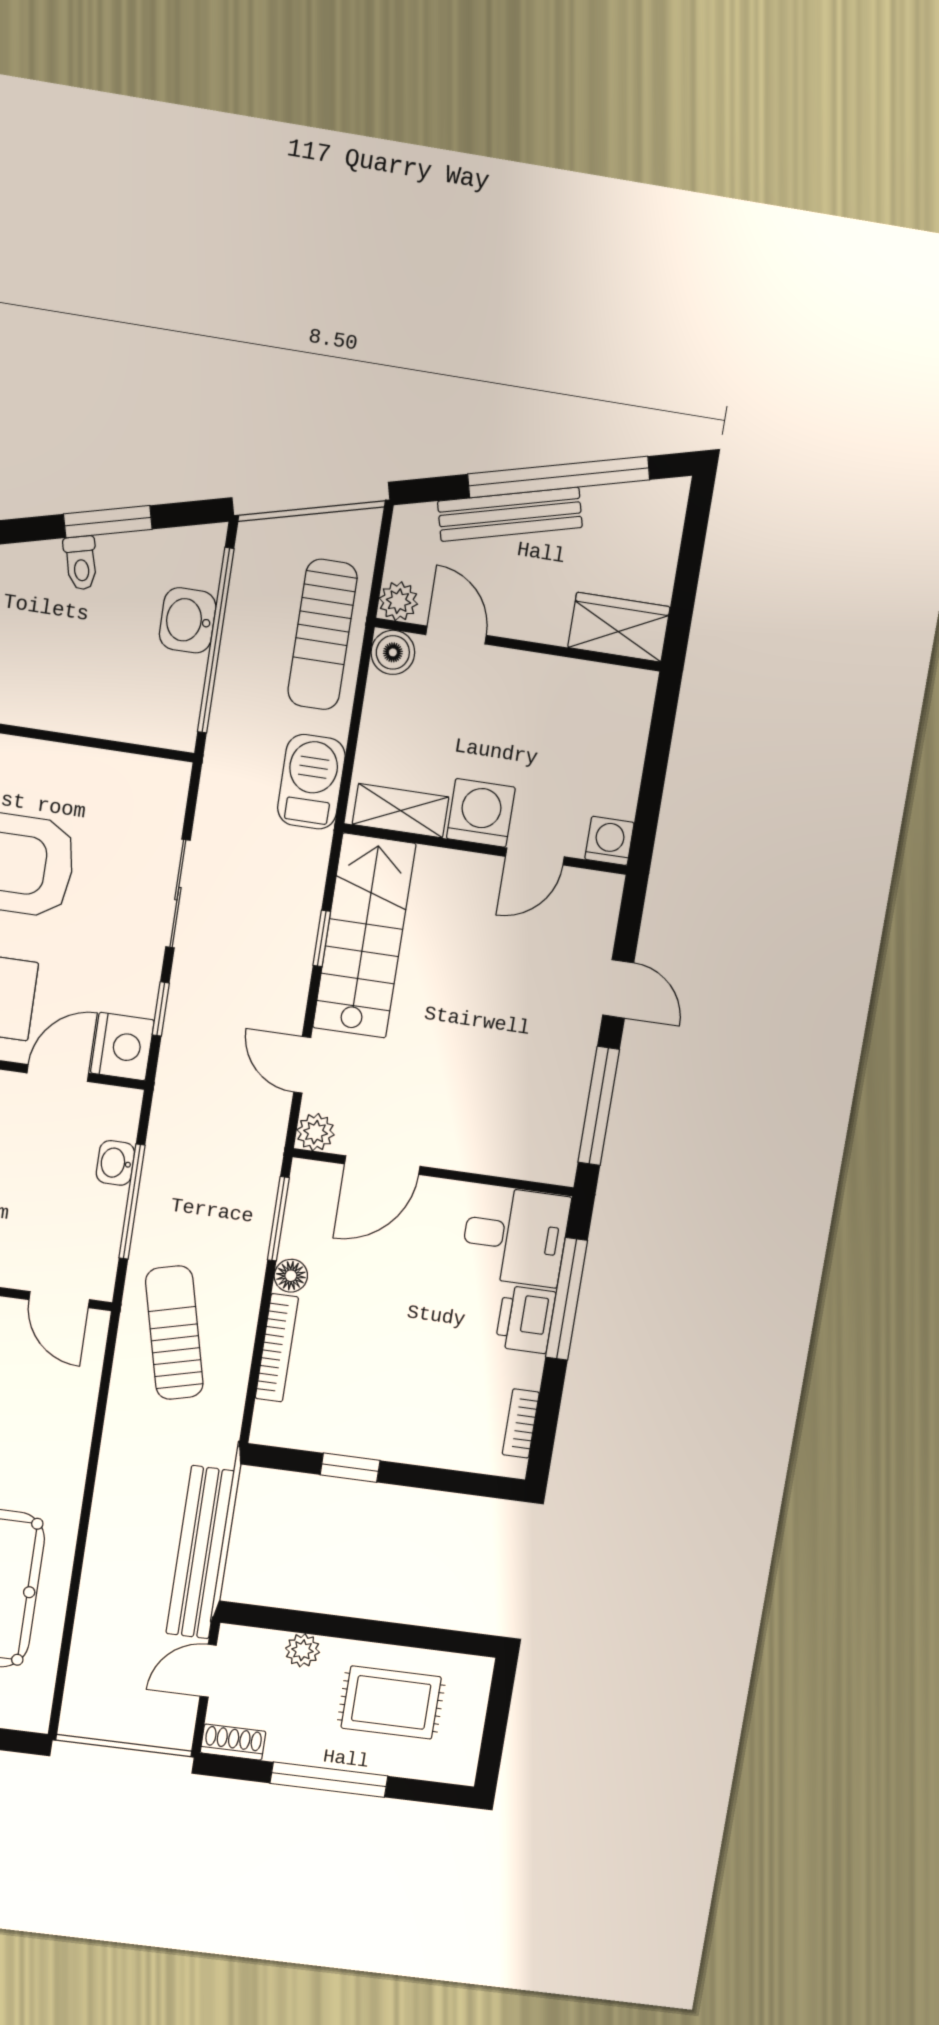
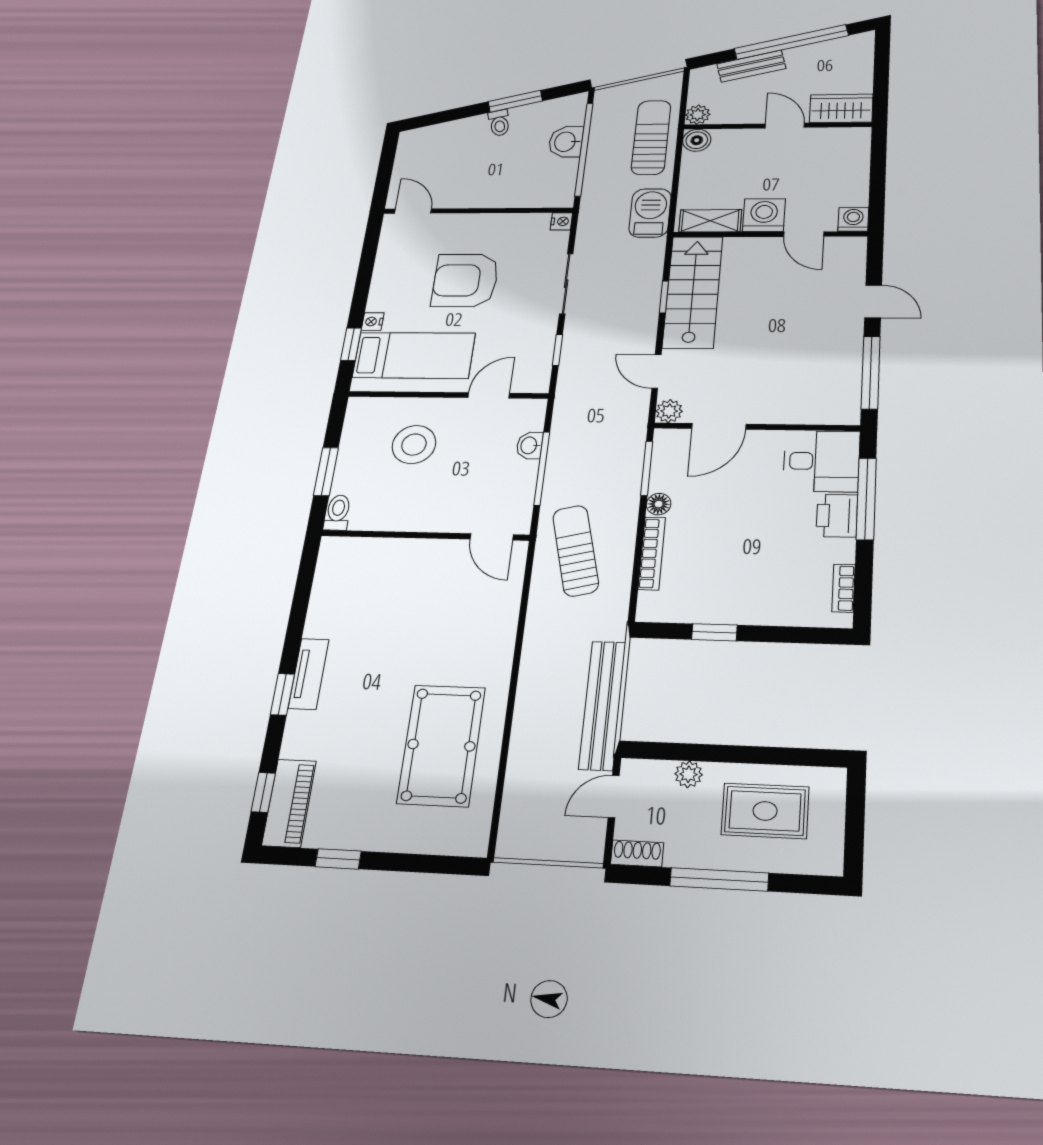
bench: (510, 514) -> (751, 66), width x0.73
sun lounger: (323, 634) -> (651, 137), turned 180
door: (456, 635) -> (785, 126), moved
door: (535, 857) -> (804, 234), hinge flipped
nightstand: (122, 1047) -> (561, 221), moved, width x0.53, depth x0.56

